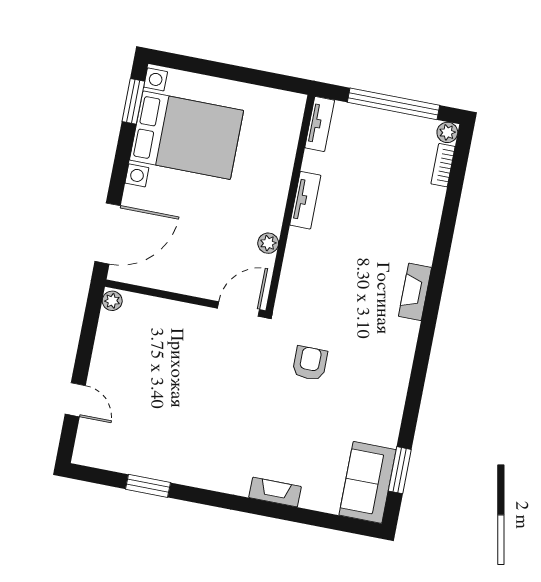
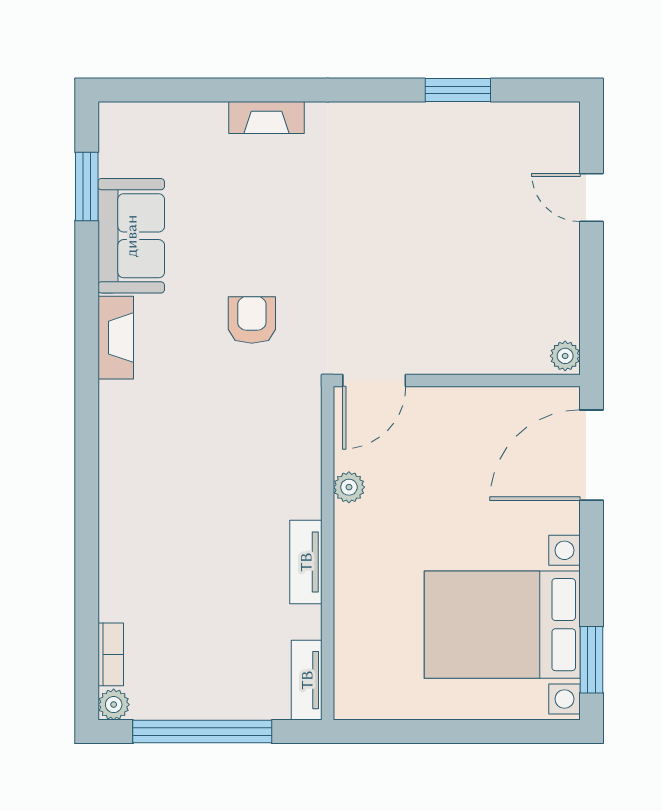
fireplace: (415, 292) -> (116, 338), moved
armchair: (310, 363) -> (252, 320), turned 180
sofa: (368, 482) -> (131, 236), moved

